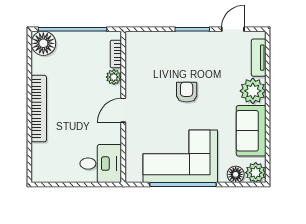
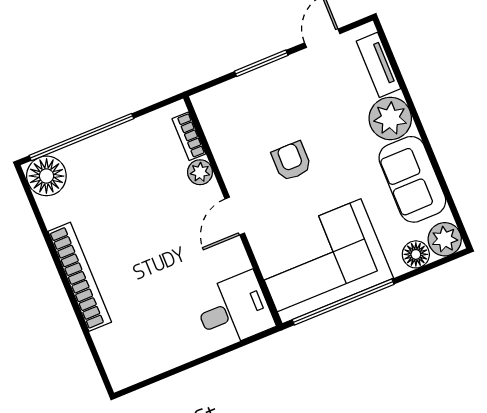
bookcase: (116, 54) -> (189, 136), moved
plant: (114, 77) -> (200, 172), moved
wall: (123, 107) -> (233, 211), moved
door: (123, 110) -> (235, 216), moved
desk: (101, 164) -> (234, 310), moved

